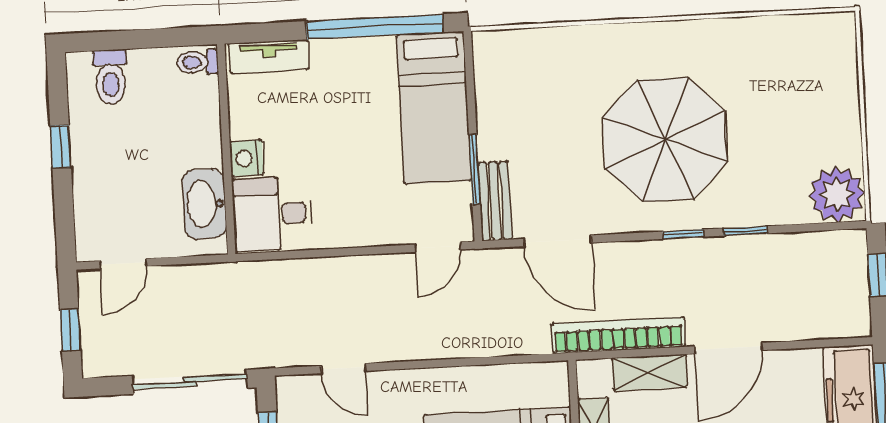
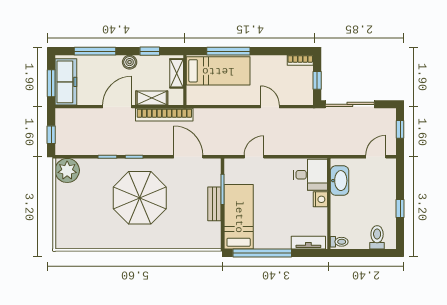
bench: (495, 201) -> (214, 204), moved
door: (438, 247) -> (254, 157), moved
door: (343, 368) -> (270, 107), moved

